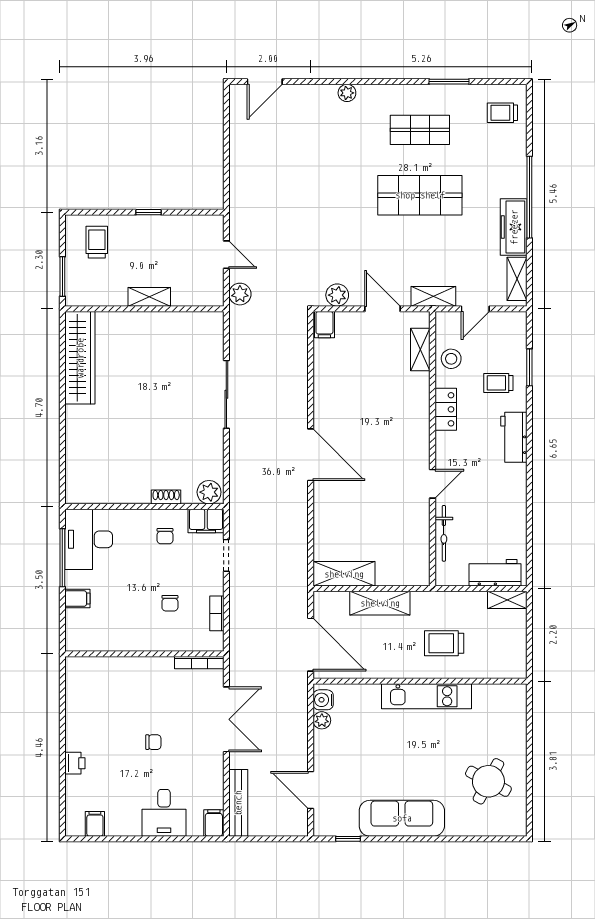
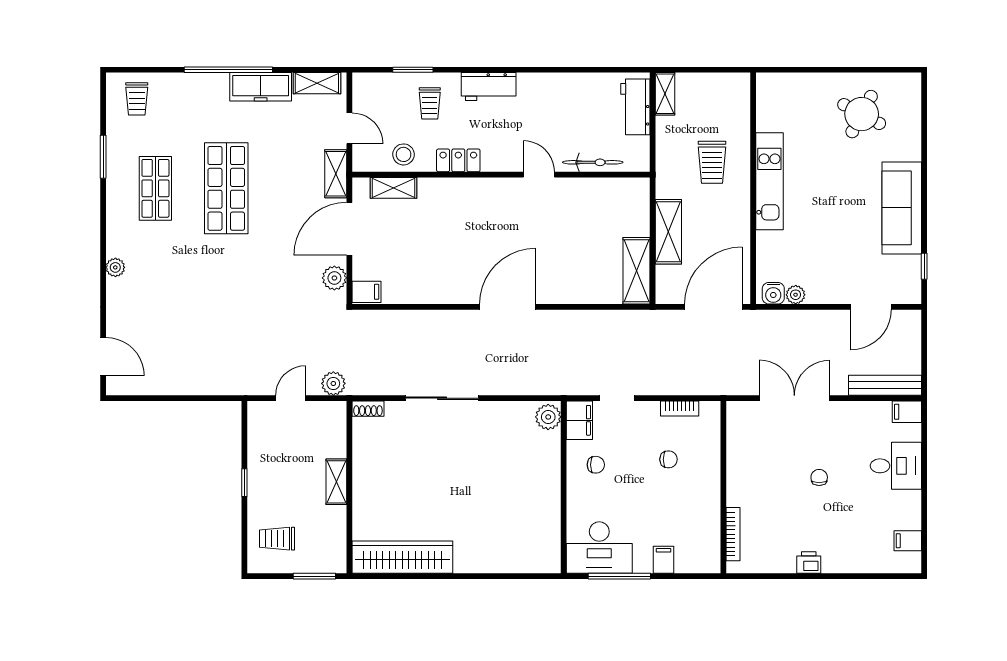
door: (383, 309) -> (349, 229), width x1.36
shoe rack: (166, 497) -> (368, 409), moved, turned -90
bookcase: (199, 663) -> (733, 534), moved
printer: (75, 763) -> (809, 562), moved

